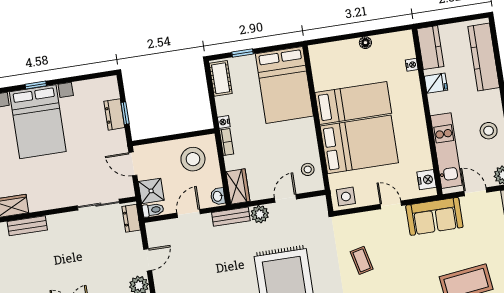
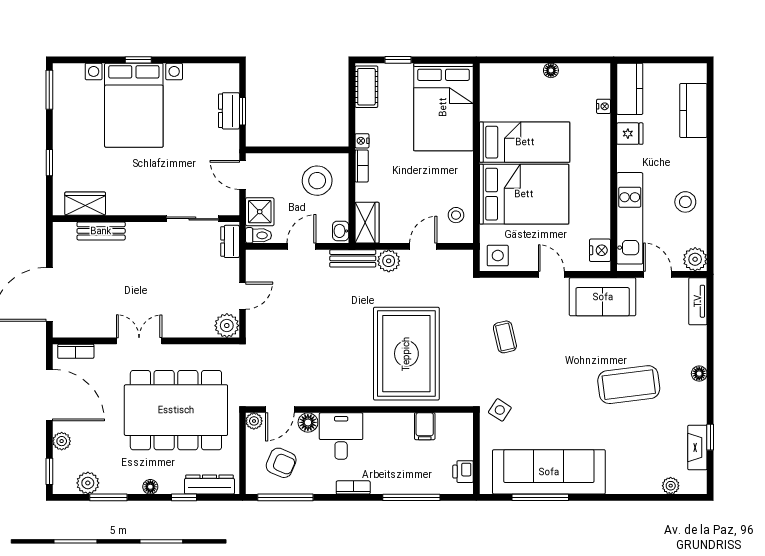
kitchen counter: (484, 57) -> (693, 110), width x0.67

